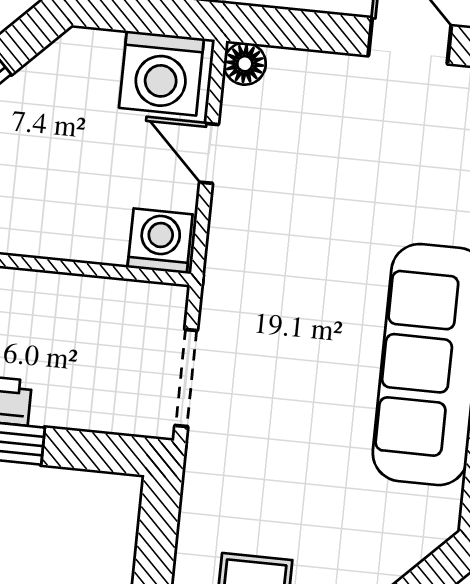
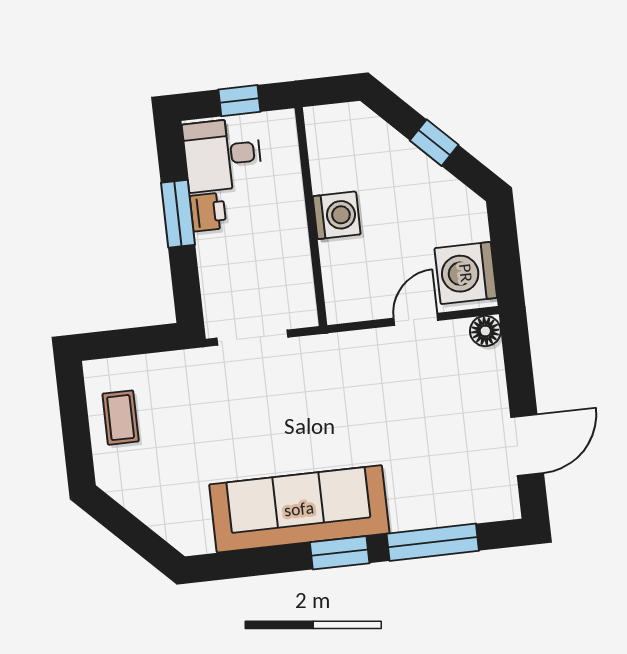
washing machine: (160, 241) -> (337, 215), moved

